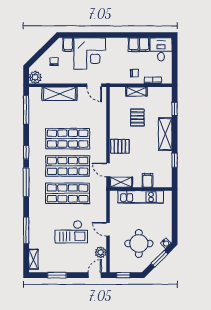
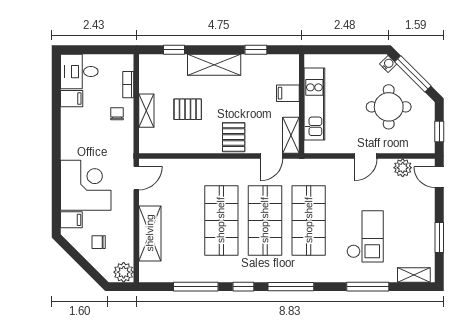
filing cabinet: (139, 45) -> (72, 99), width x0.50
window: (26, 110) -> (196, 287), moved
checkout: (71, 232) -> (365, 236), moved
window: (159, 259) -> (413, 74), width x1.44

